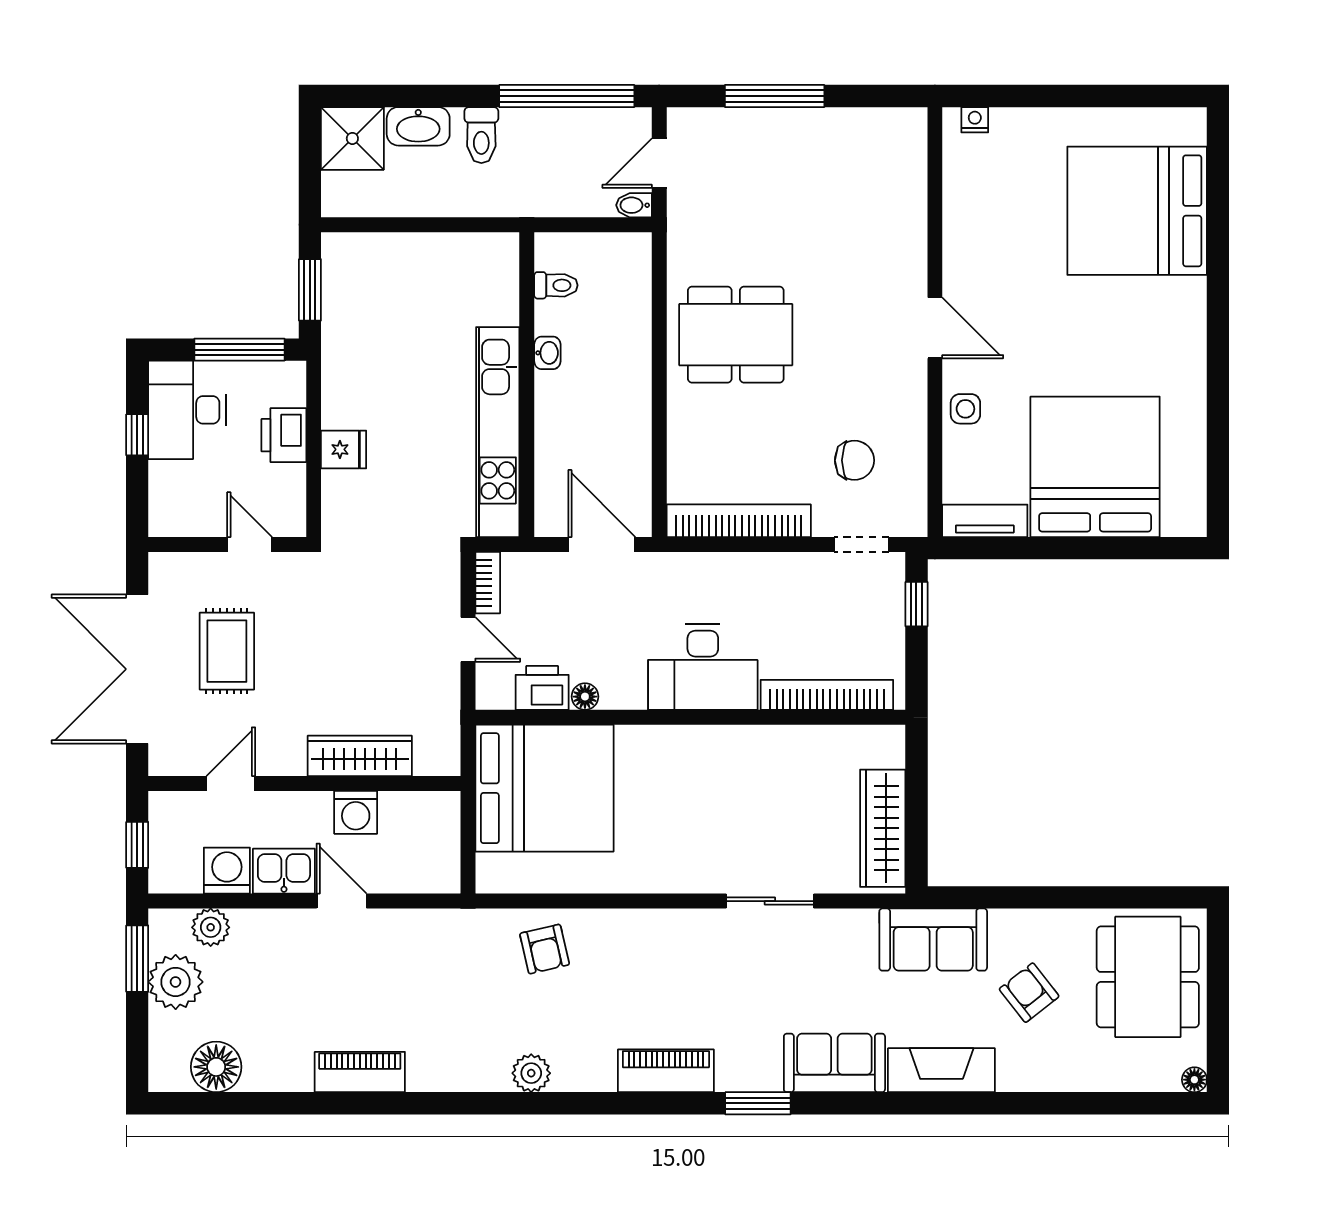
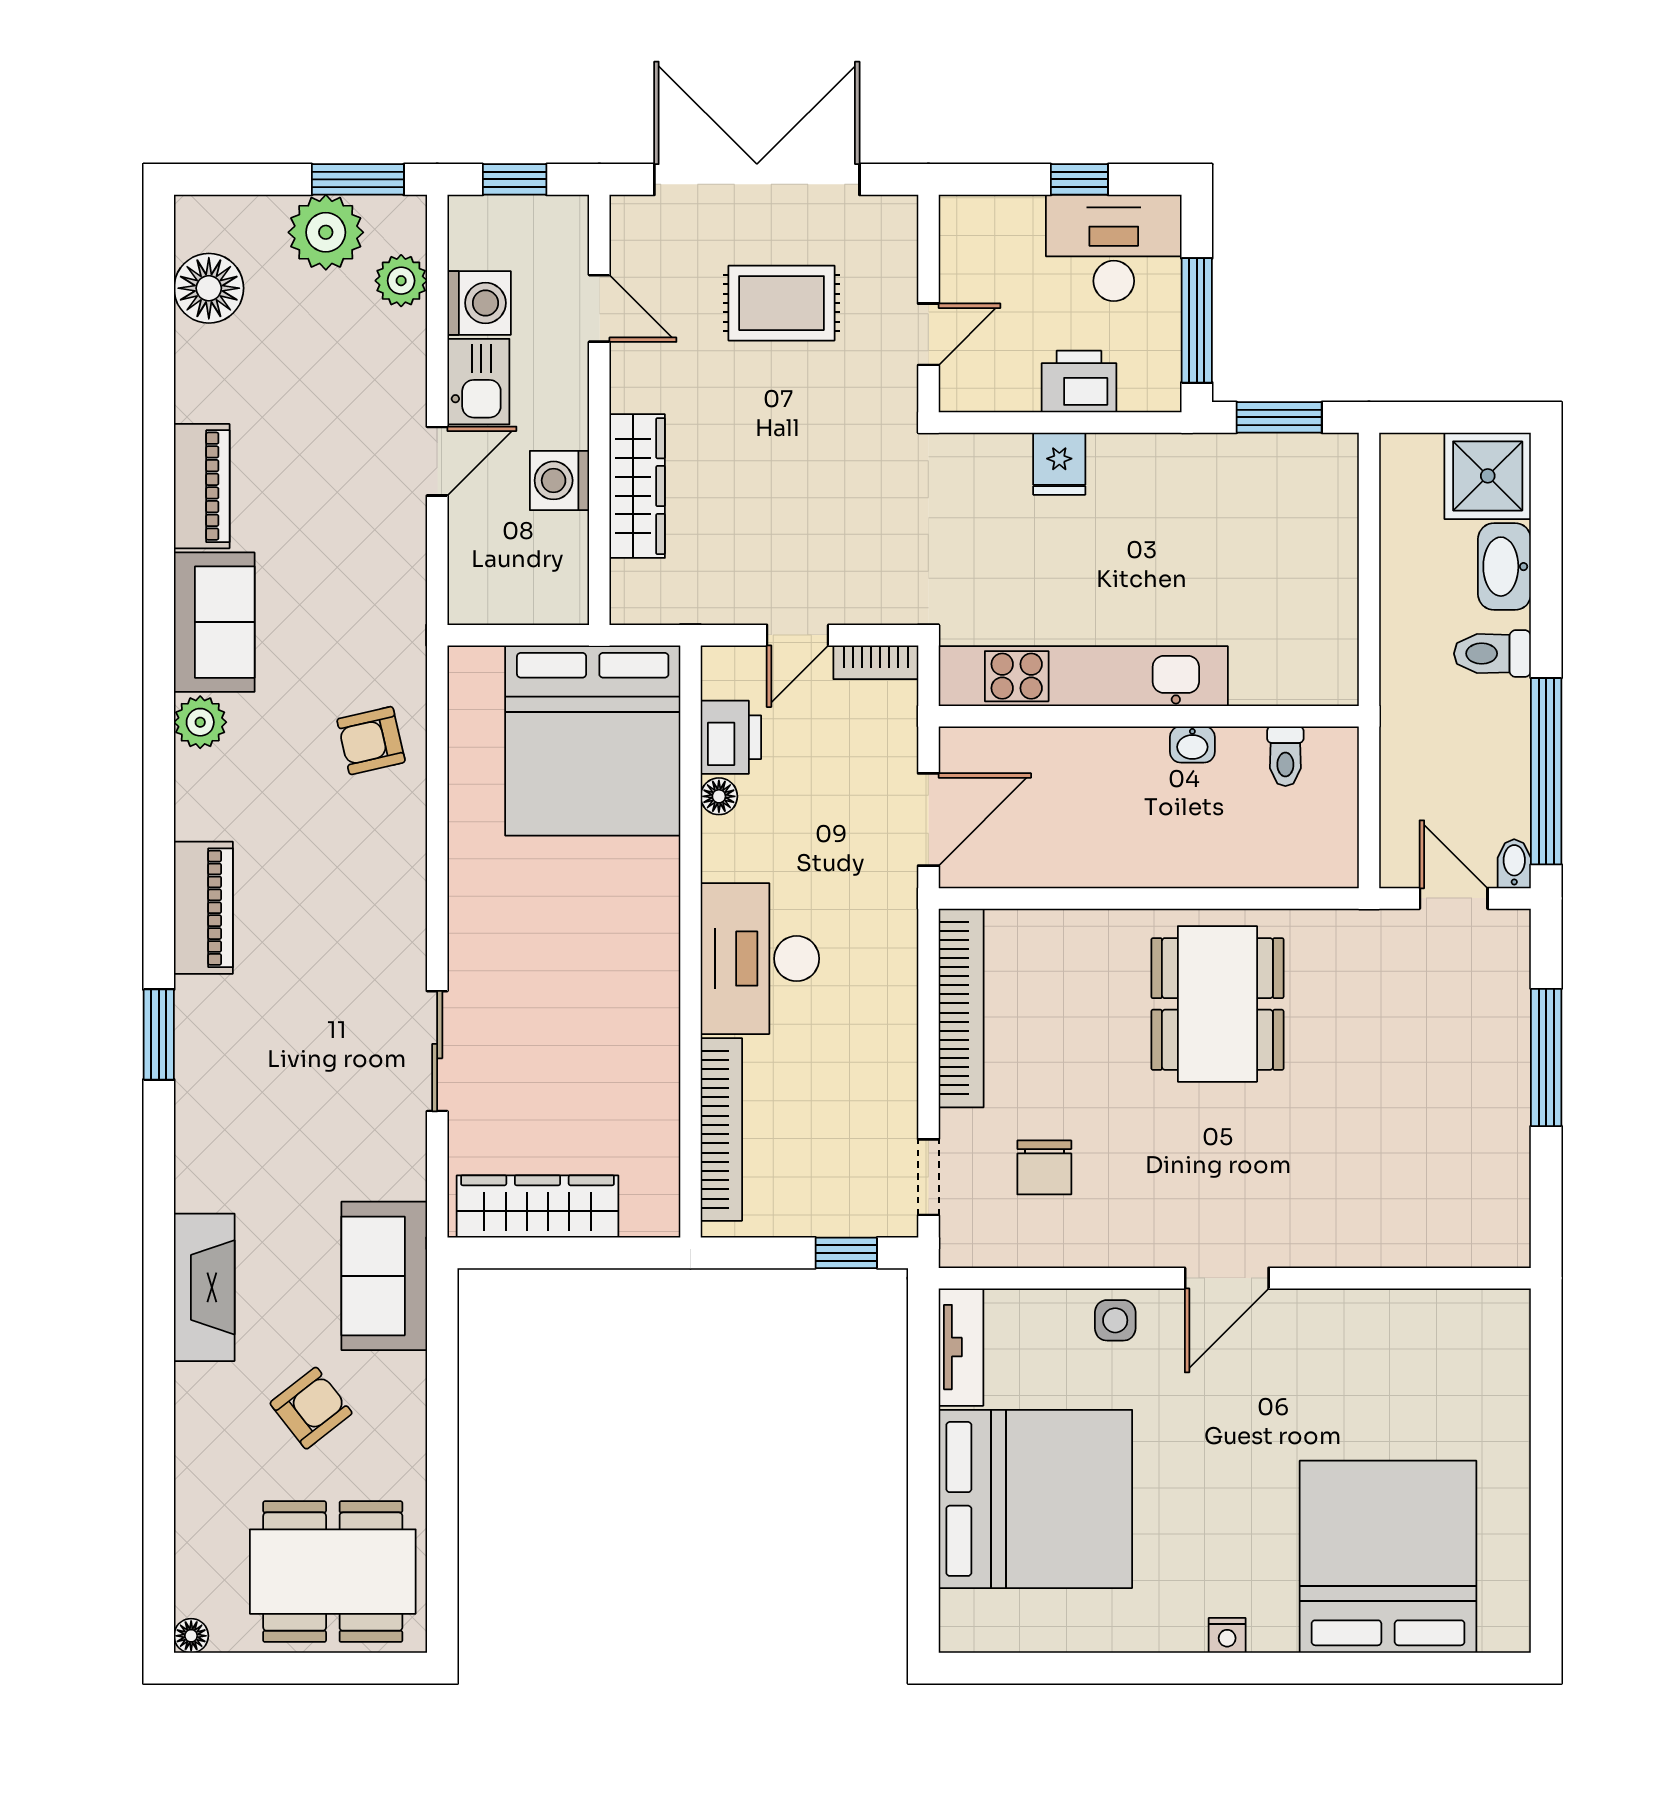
nightstand: (975, 120) -> (1227, 1635), moved, turned 90
bidet: (634, 205) -> (1514, 864), moved
sofa: (834, 1063) -> (214, 622), moved

